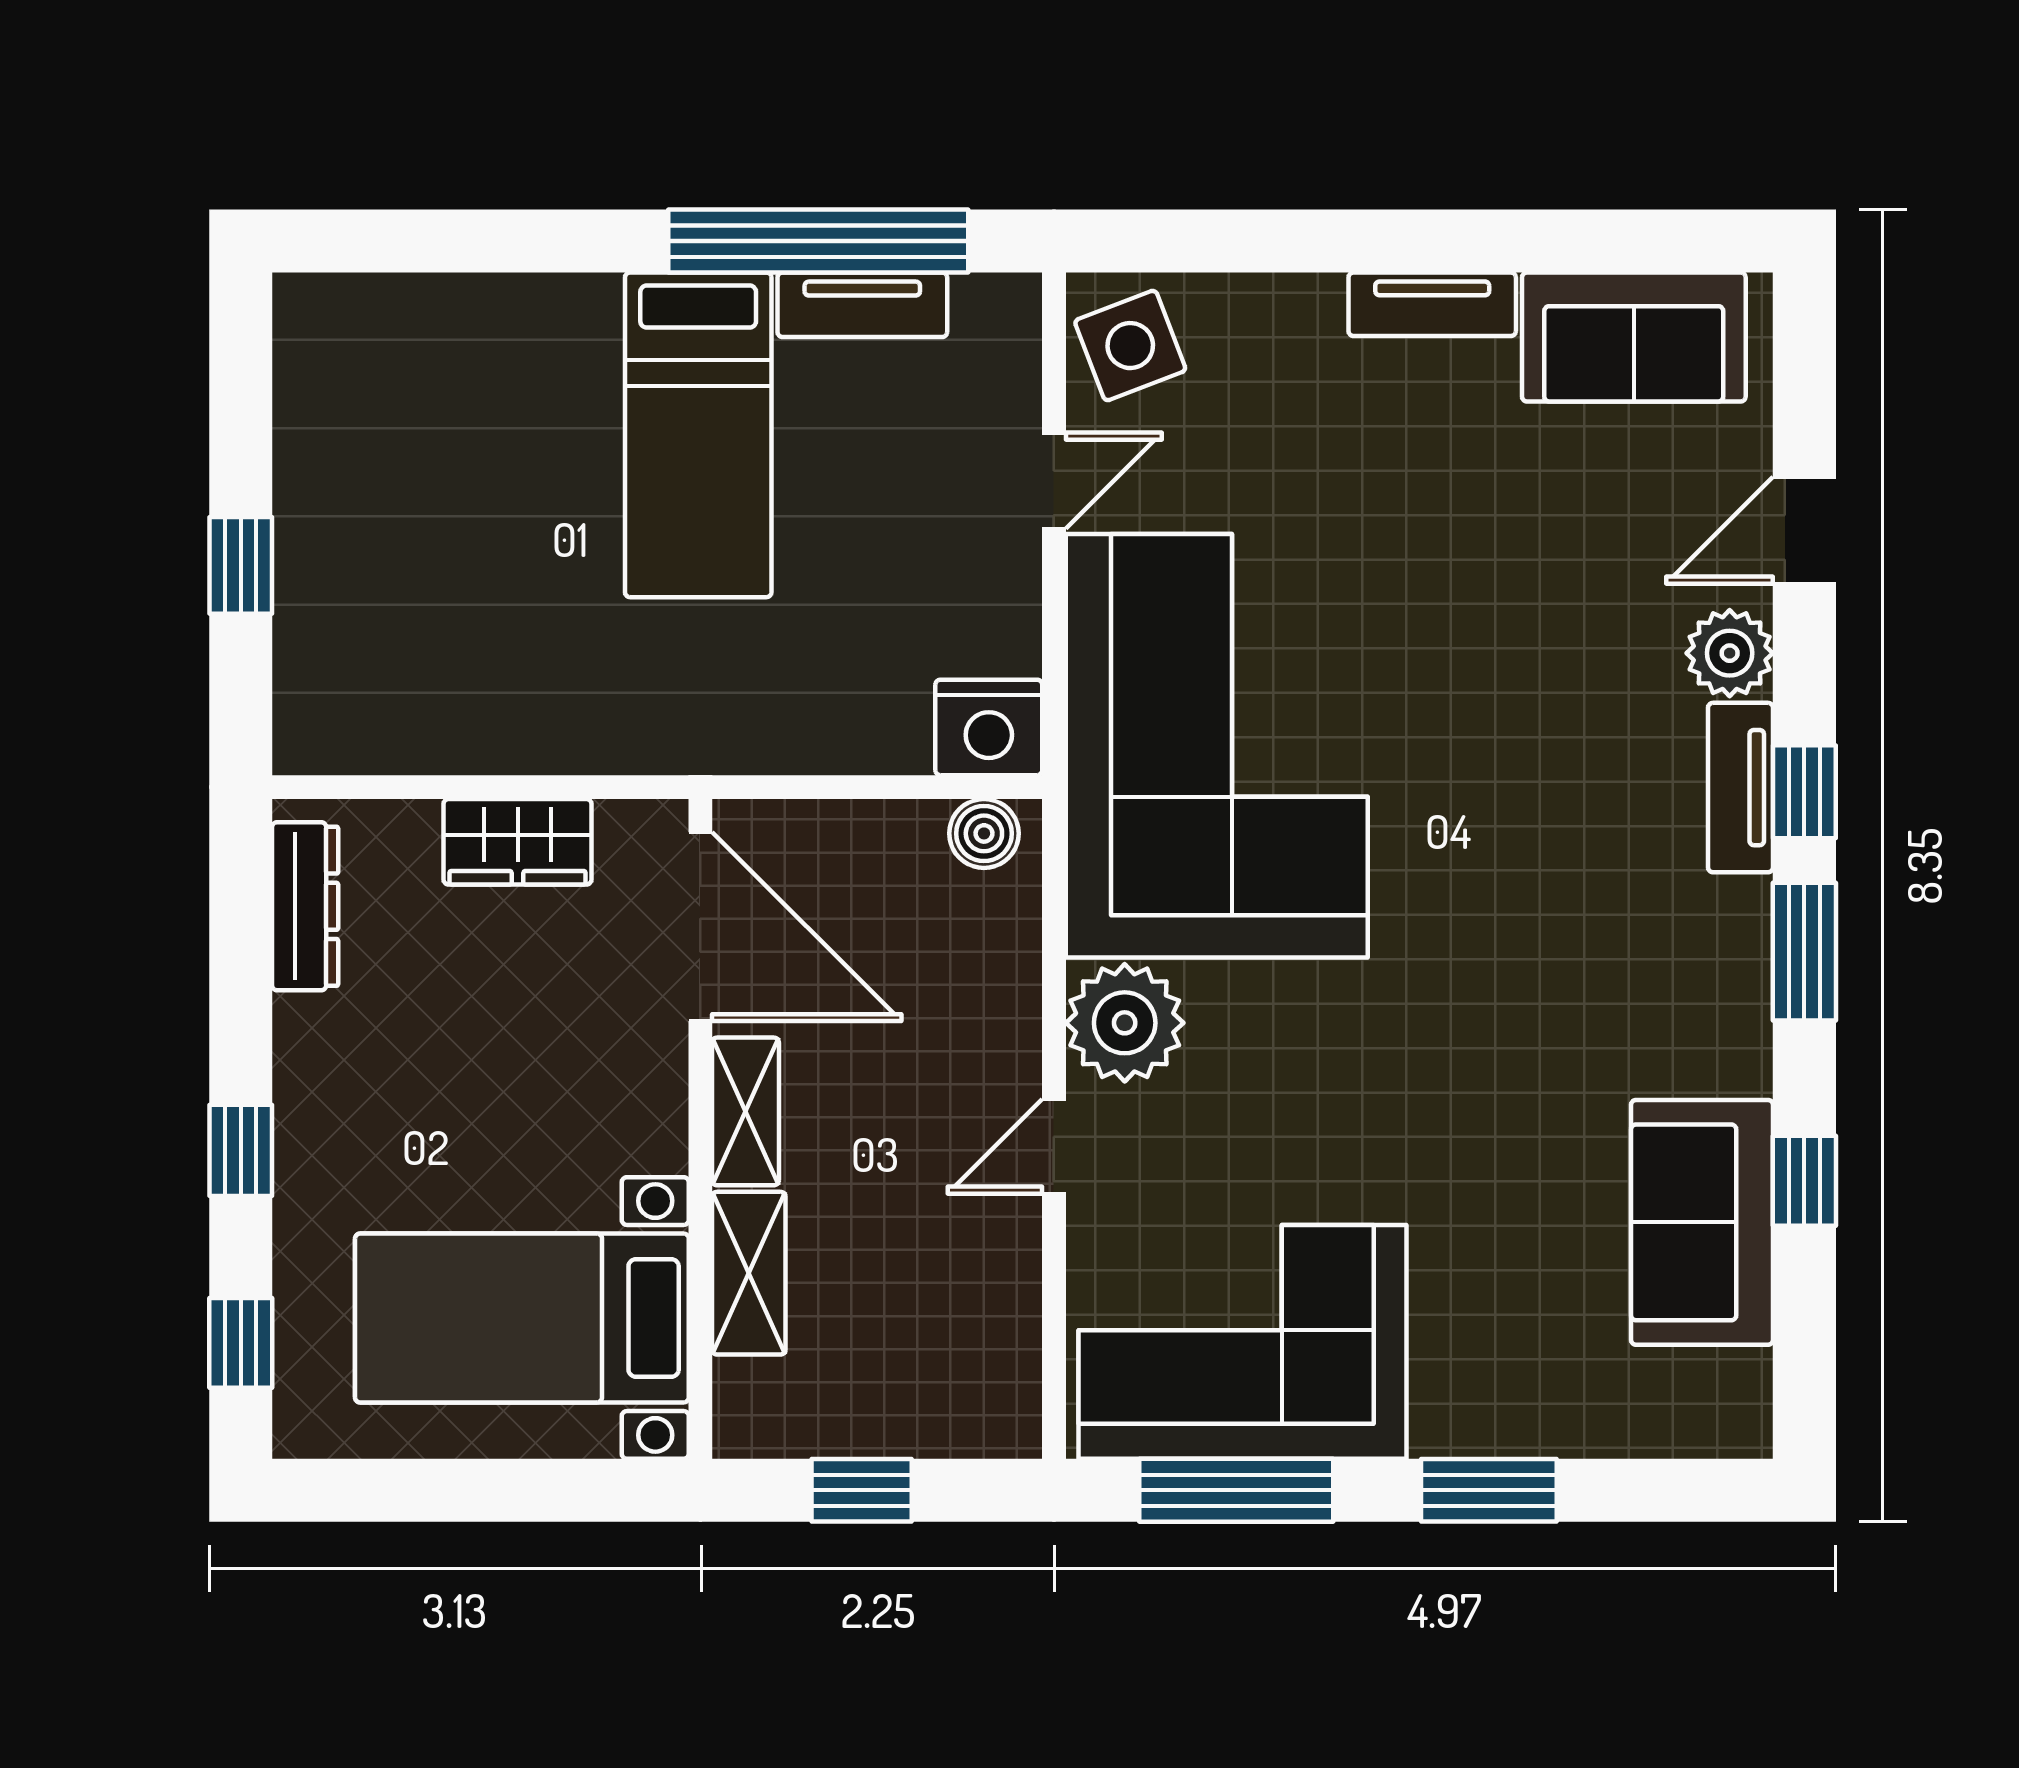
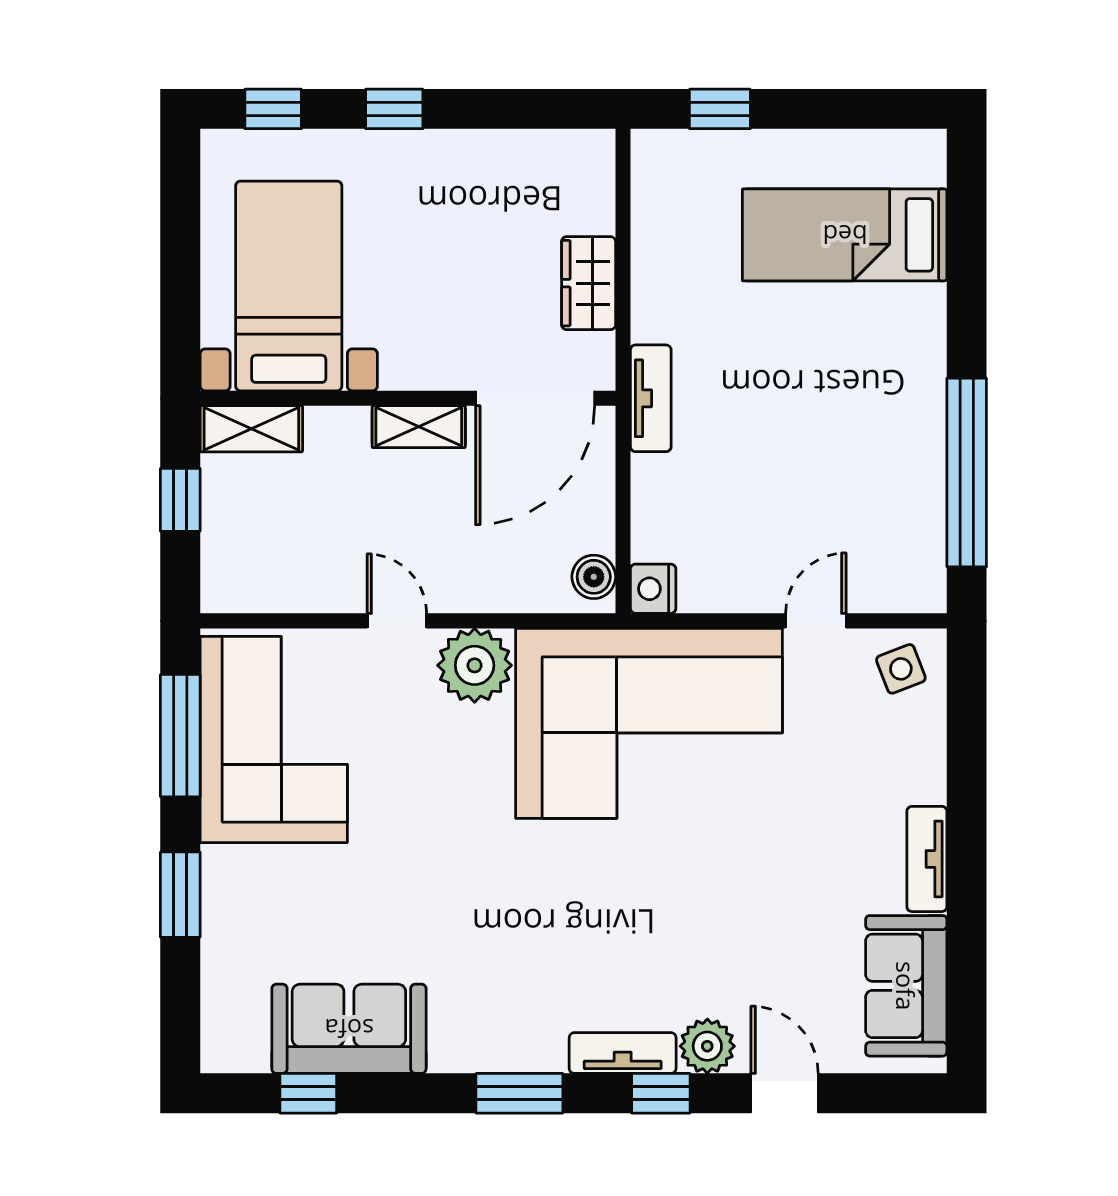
tv unit: (862, 305) -> (651, 398), moved, turned 180
side table: (1130, 346) -> (901, 669), width x0.73, depth x0.73
bed: (698, 435) -> (845, 235), moved
door: (1054, 481) -> (816, 621), swing flipped
window: (241, 565) -> (720, 109), moved
nightstand: (989, 727) -> (653, 589), width x0.74, depth x0.75
window: (1804, 792) -> (661, 1093), moved
dresser: (305, 906) -> (548, 149), removed
window: (1804, 1181) -> (308, 1093), moved
shelving: (749, 1273) -> (251, 429), moved

